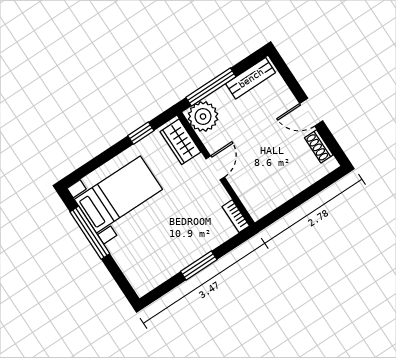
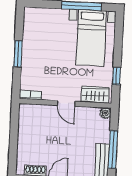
window: (211, 87) -> (113, 149), moved
plant: (203, 116) -> (105, 113), width x0.53, depth x0.53

